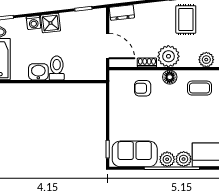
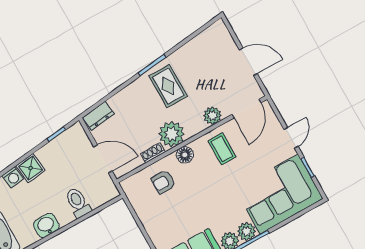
toilet: (57, 68) -> (78, 202), moved
coffee table: (199, 88) -> (222, 149), turned 90

